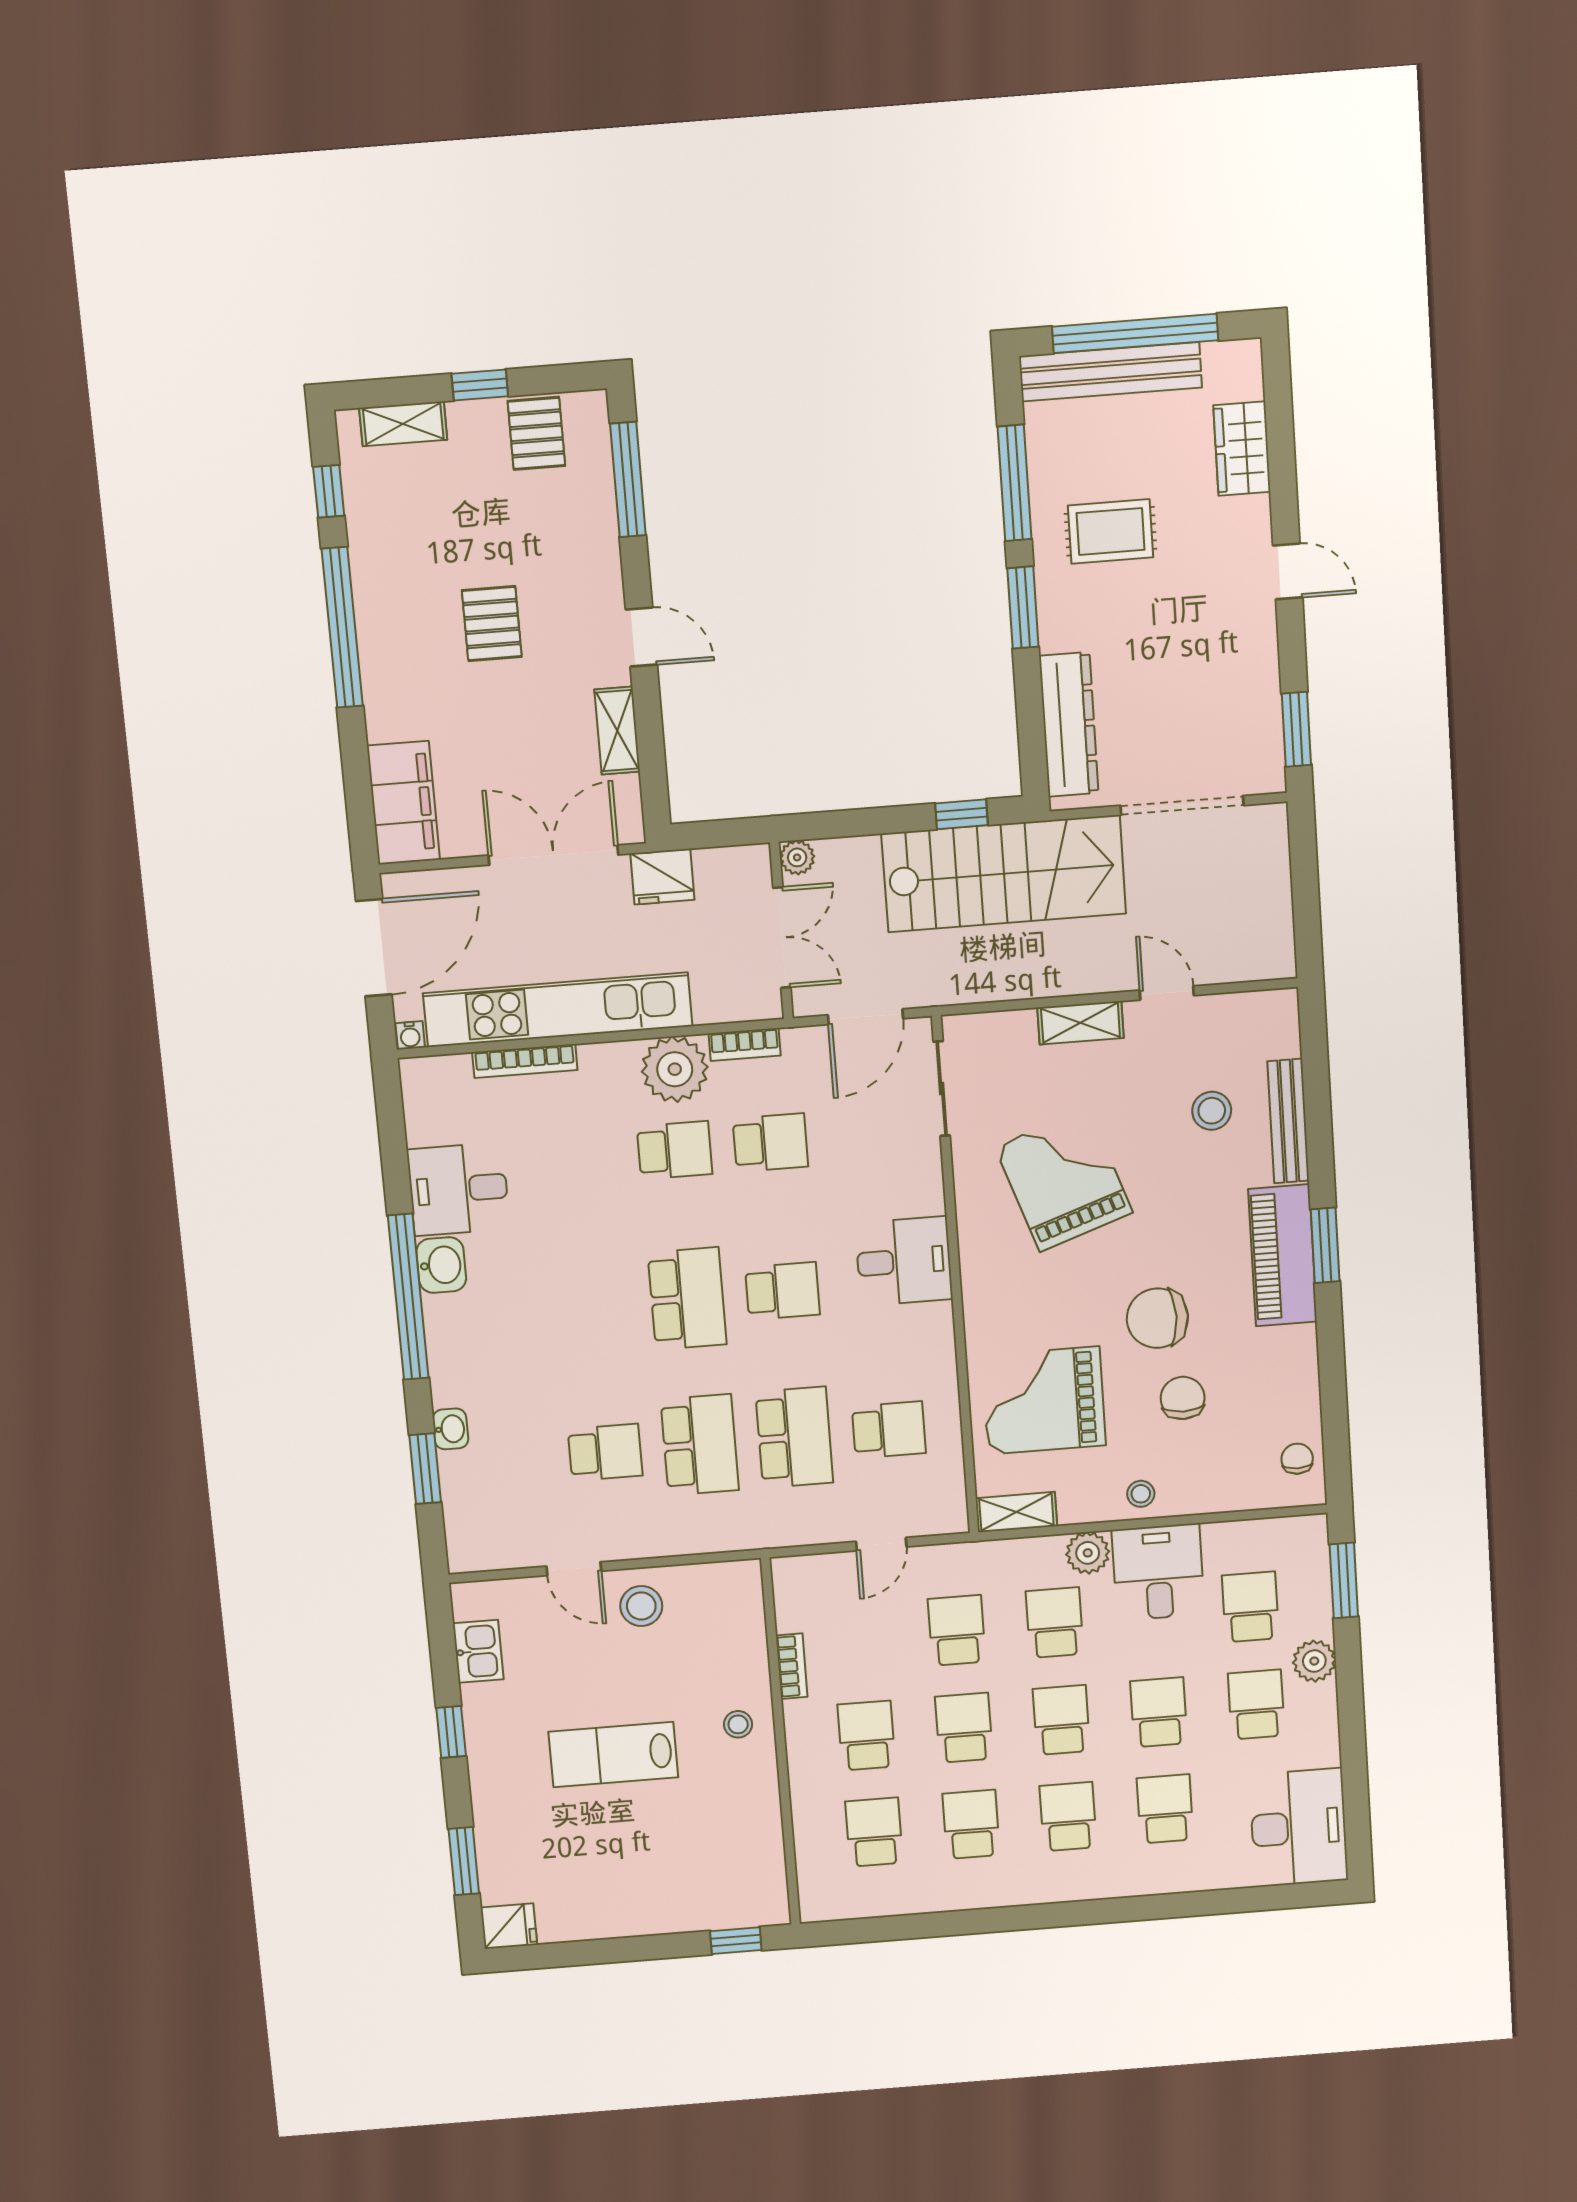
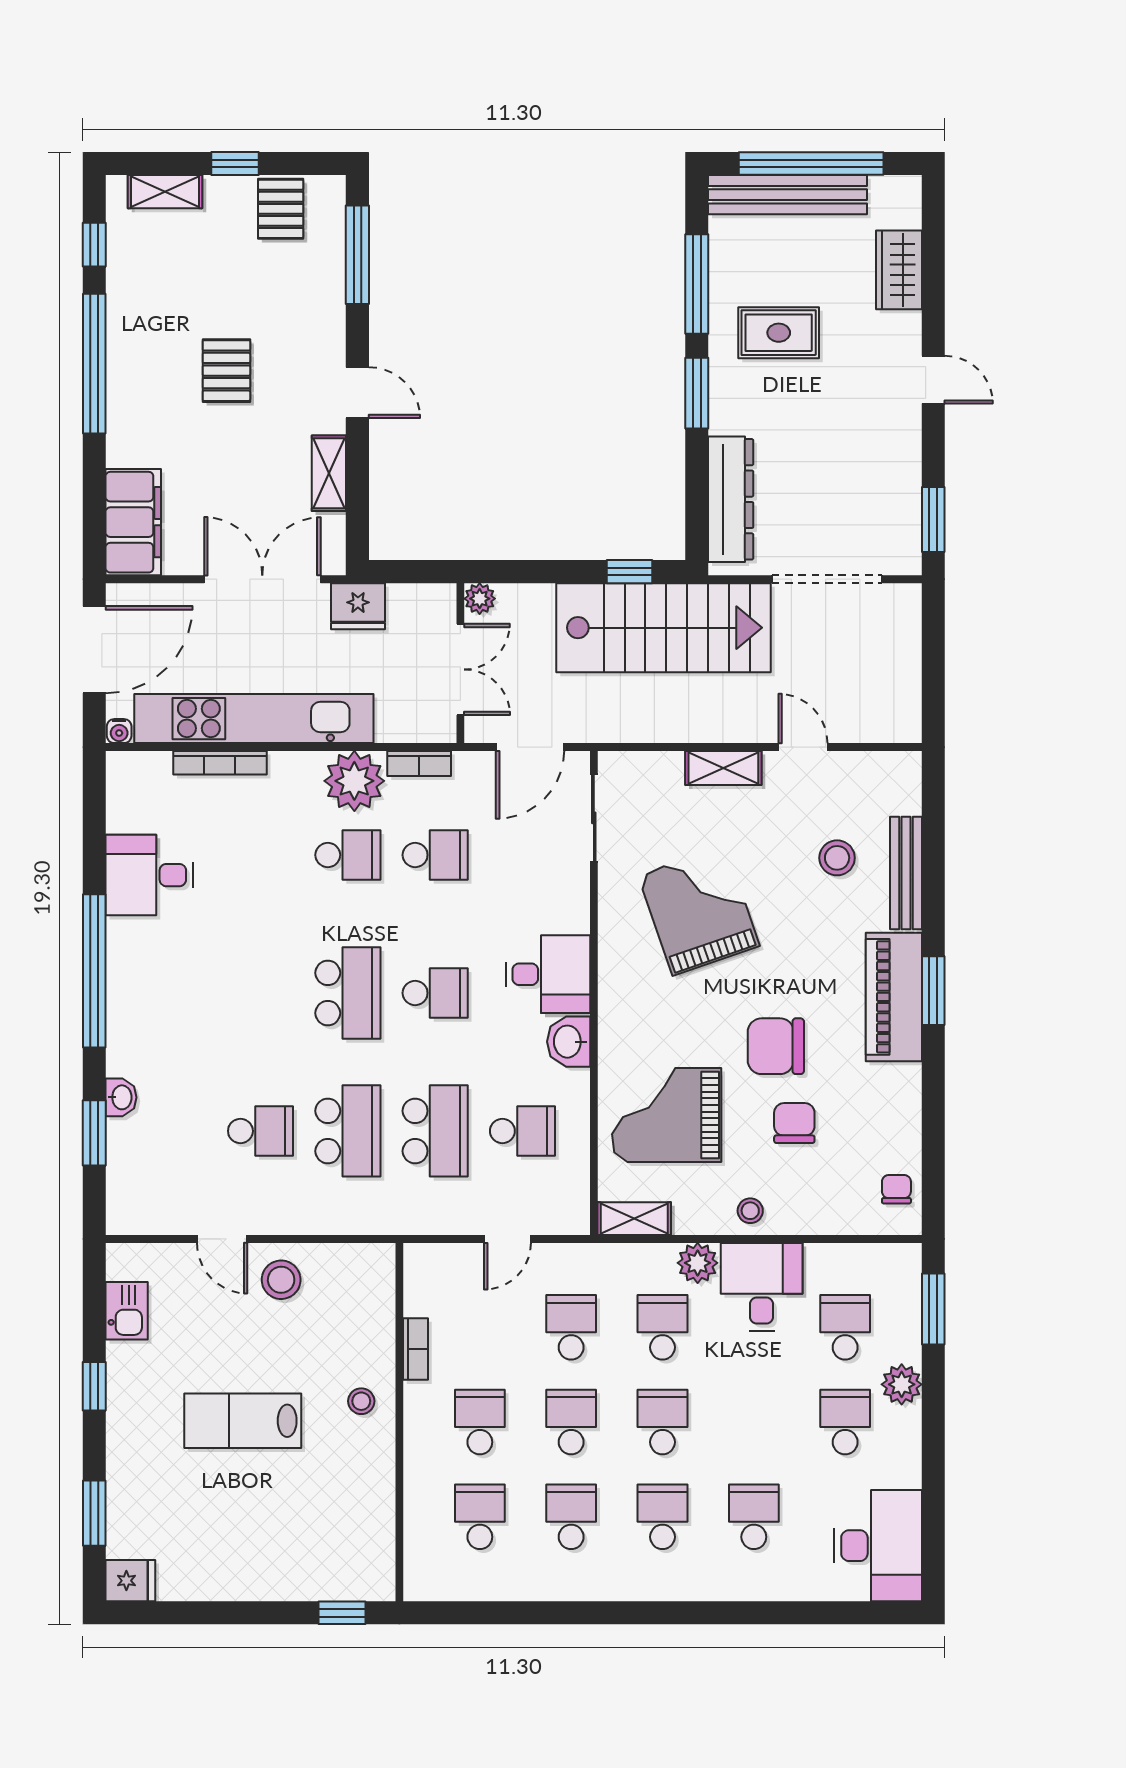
washbasin: (441, 1265) -> (569, 1042), moved, turned 180
school desk: (1159, 1712) -> (754, 1422), removed

